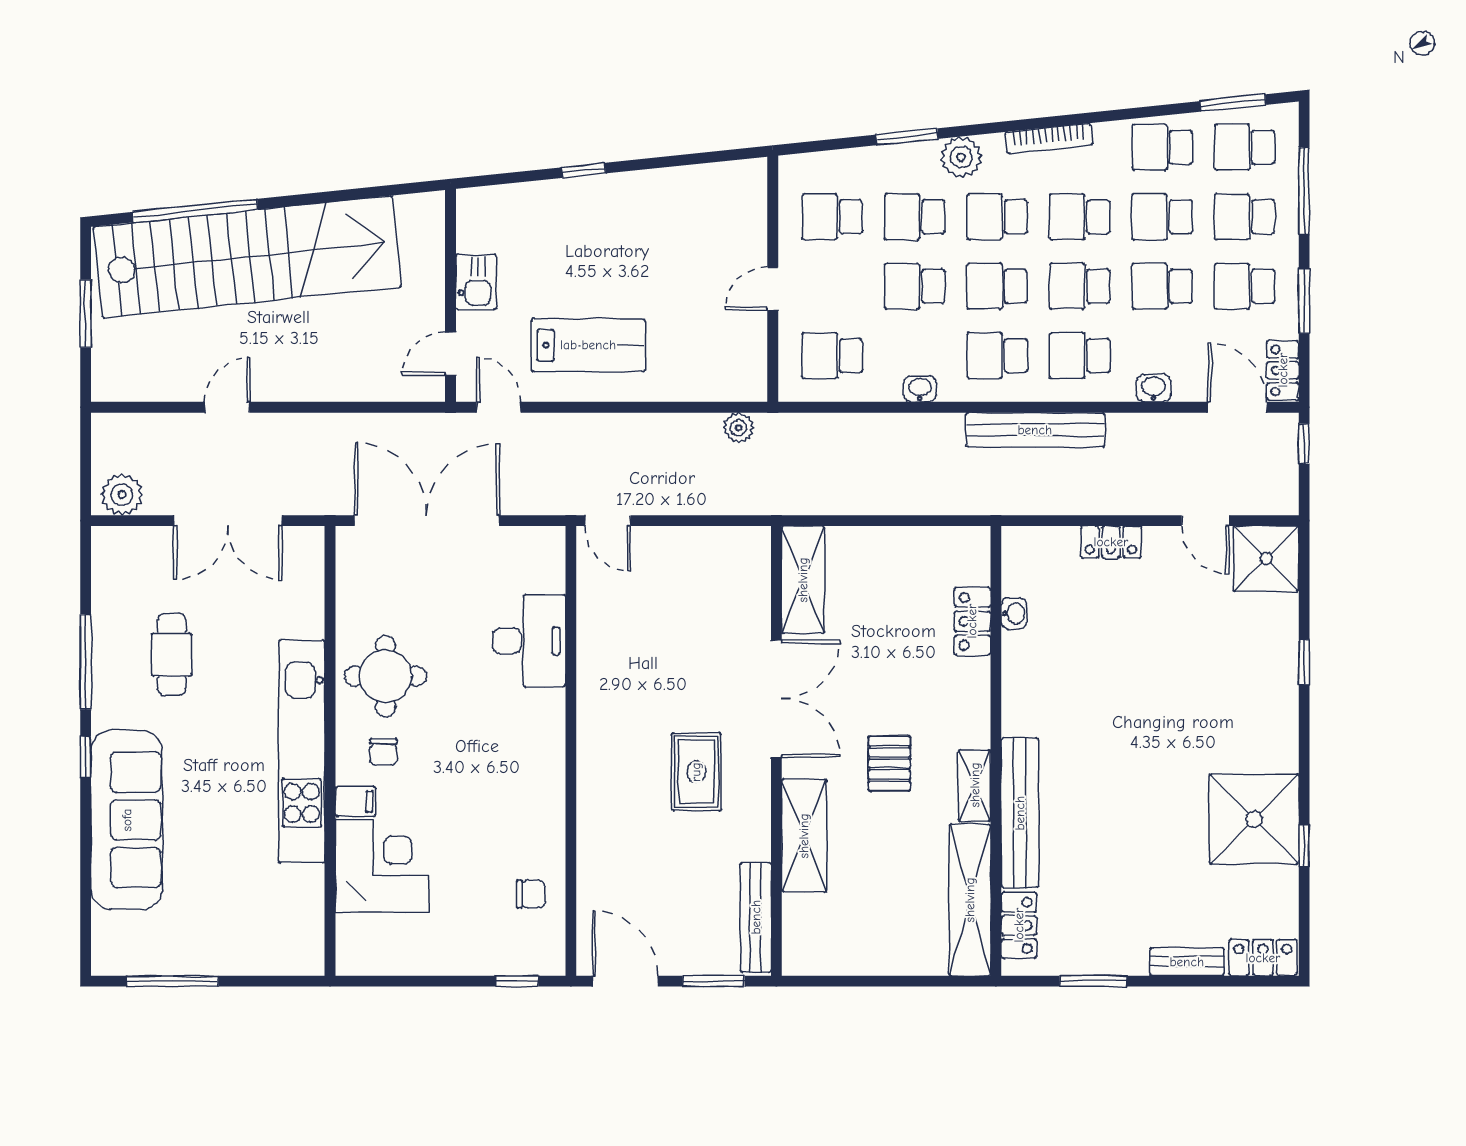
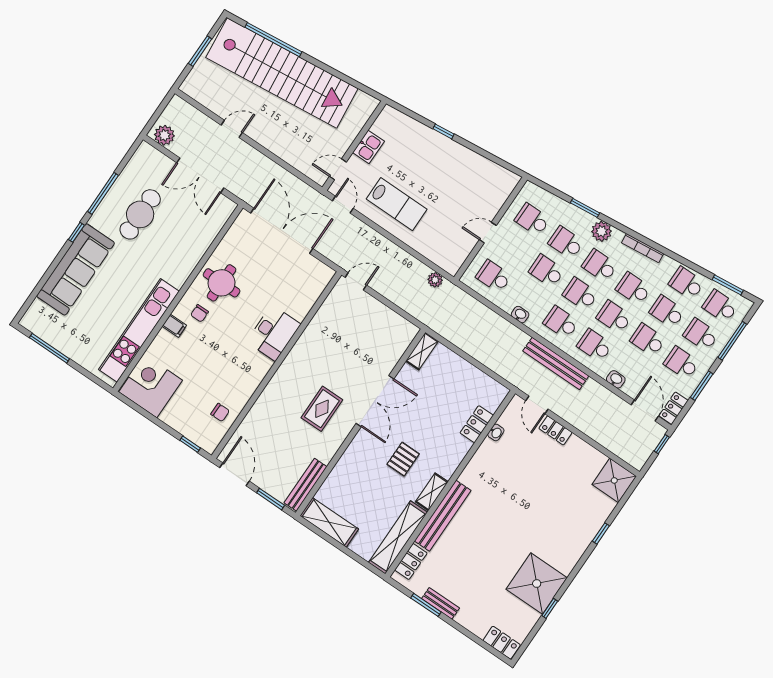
door: (608, 521) -> (356, 281), swing flipped
door: (1205, 521) -> (537, 405), moved
shelving: (803, 580) -> (422, 351), width x0.67, depth x0.75
desk: (529, 641) -> (273, 333), moved
cafe table: (172, 655) -> (140, 214), width x1.37, depth x1.35
kitchen unit: (302, 752) -> (139, 330), moved
shelving: (804, 836) -> (329, 522), moved, turned 90
corner desk: (382, 866) -> (151, 386), moved, turned -90
bench: (1187, 962) -> (441, 603), moved

